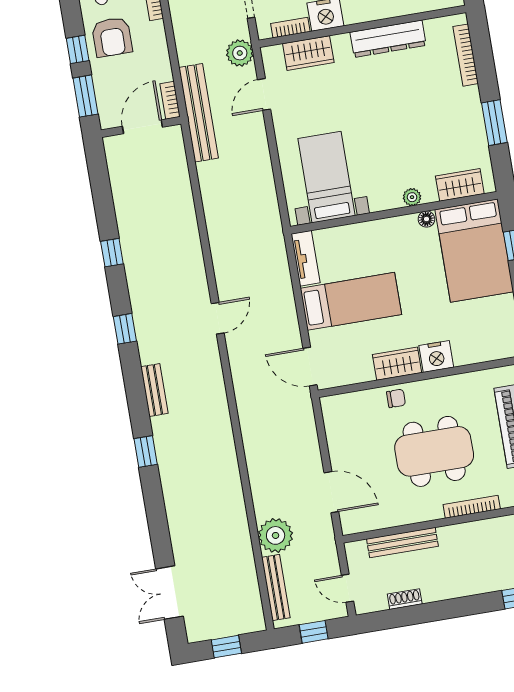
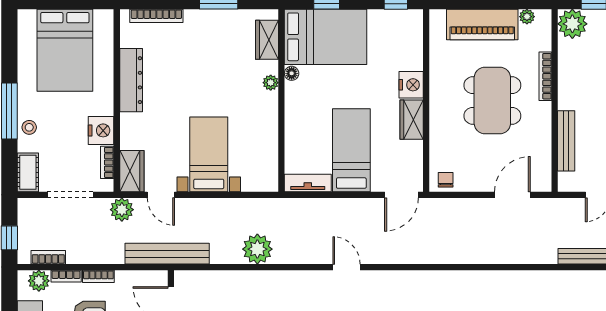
wardrobe: (308, 53) -> (132, 171), moved
bookcase: (170, 100) -> (98, 276), moved
bed with nightstands: (327, 177) -> (209, 154), moved, turned 90
chair: (396, 398) -> (446, 180), moved
plant: (276, 535) -> (257, 249), moved

